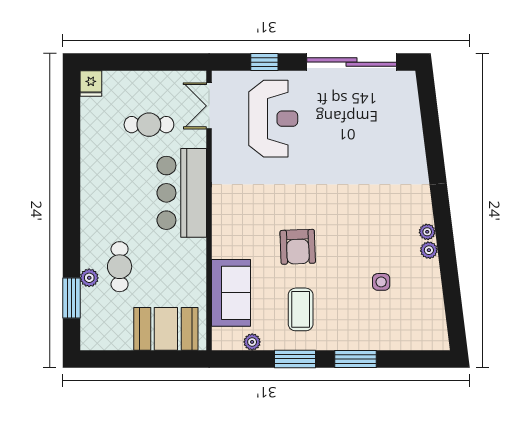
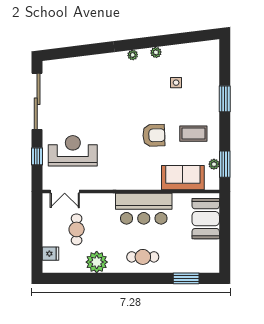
fridge: (91, 83) -> (51, 254), moved
bar counter: (182, 193) -> (144, 209), moved
plant: (427, 232) -> (133, 55), moved
cafe table: (120, 267) -> (143, 257), moved
plant: (89, 278) -> (97, 262), moved, width x1.87, depth x1.87
window: (295, 359) -> (225, 164), moved

